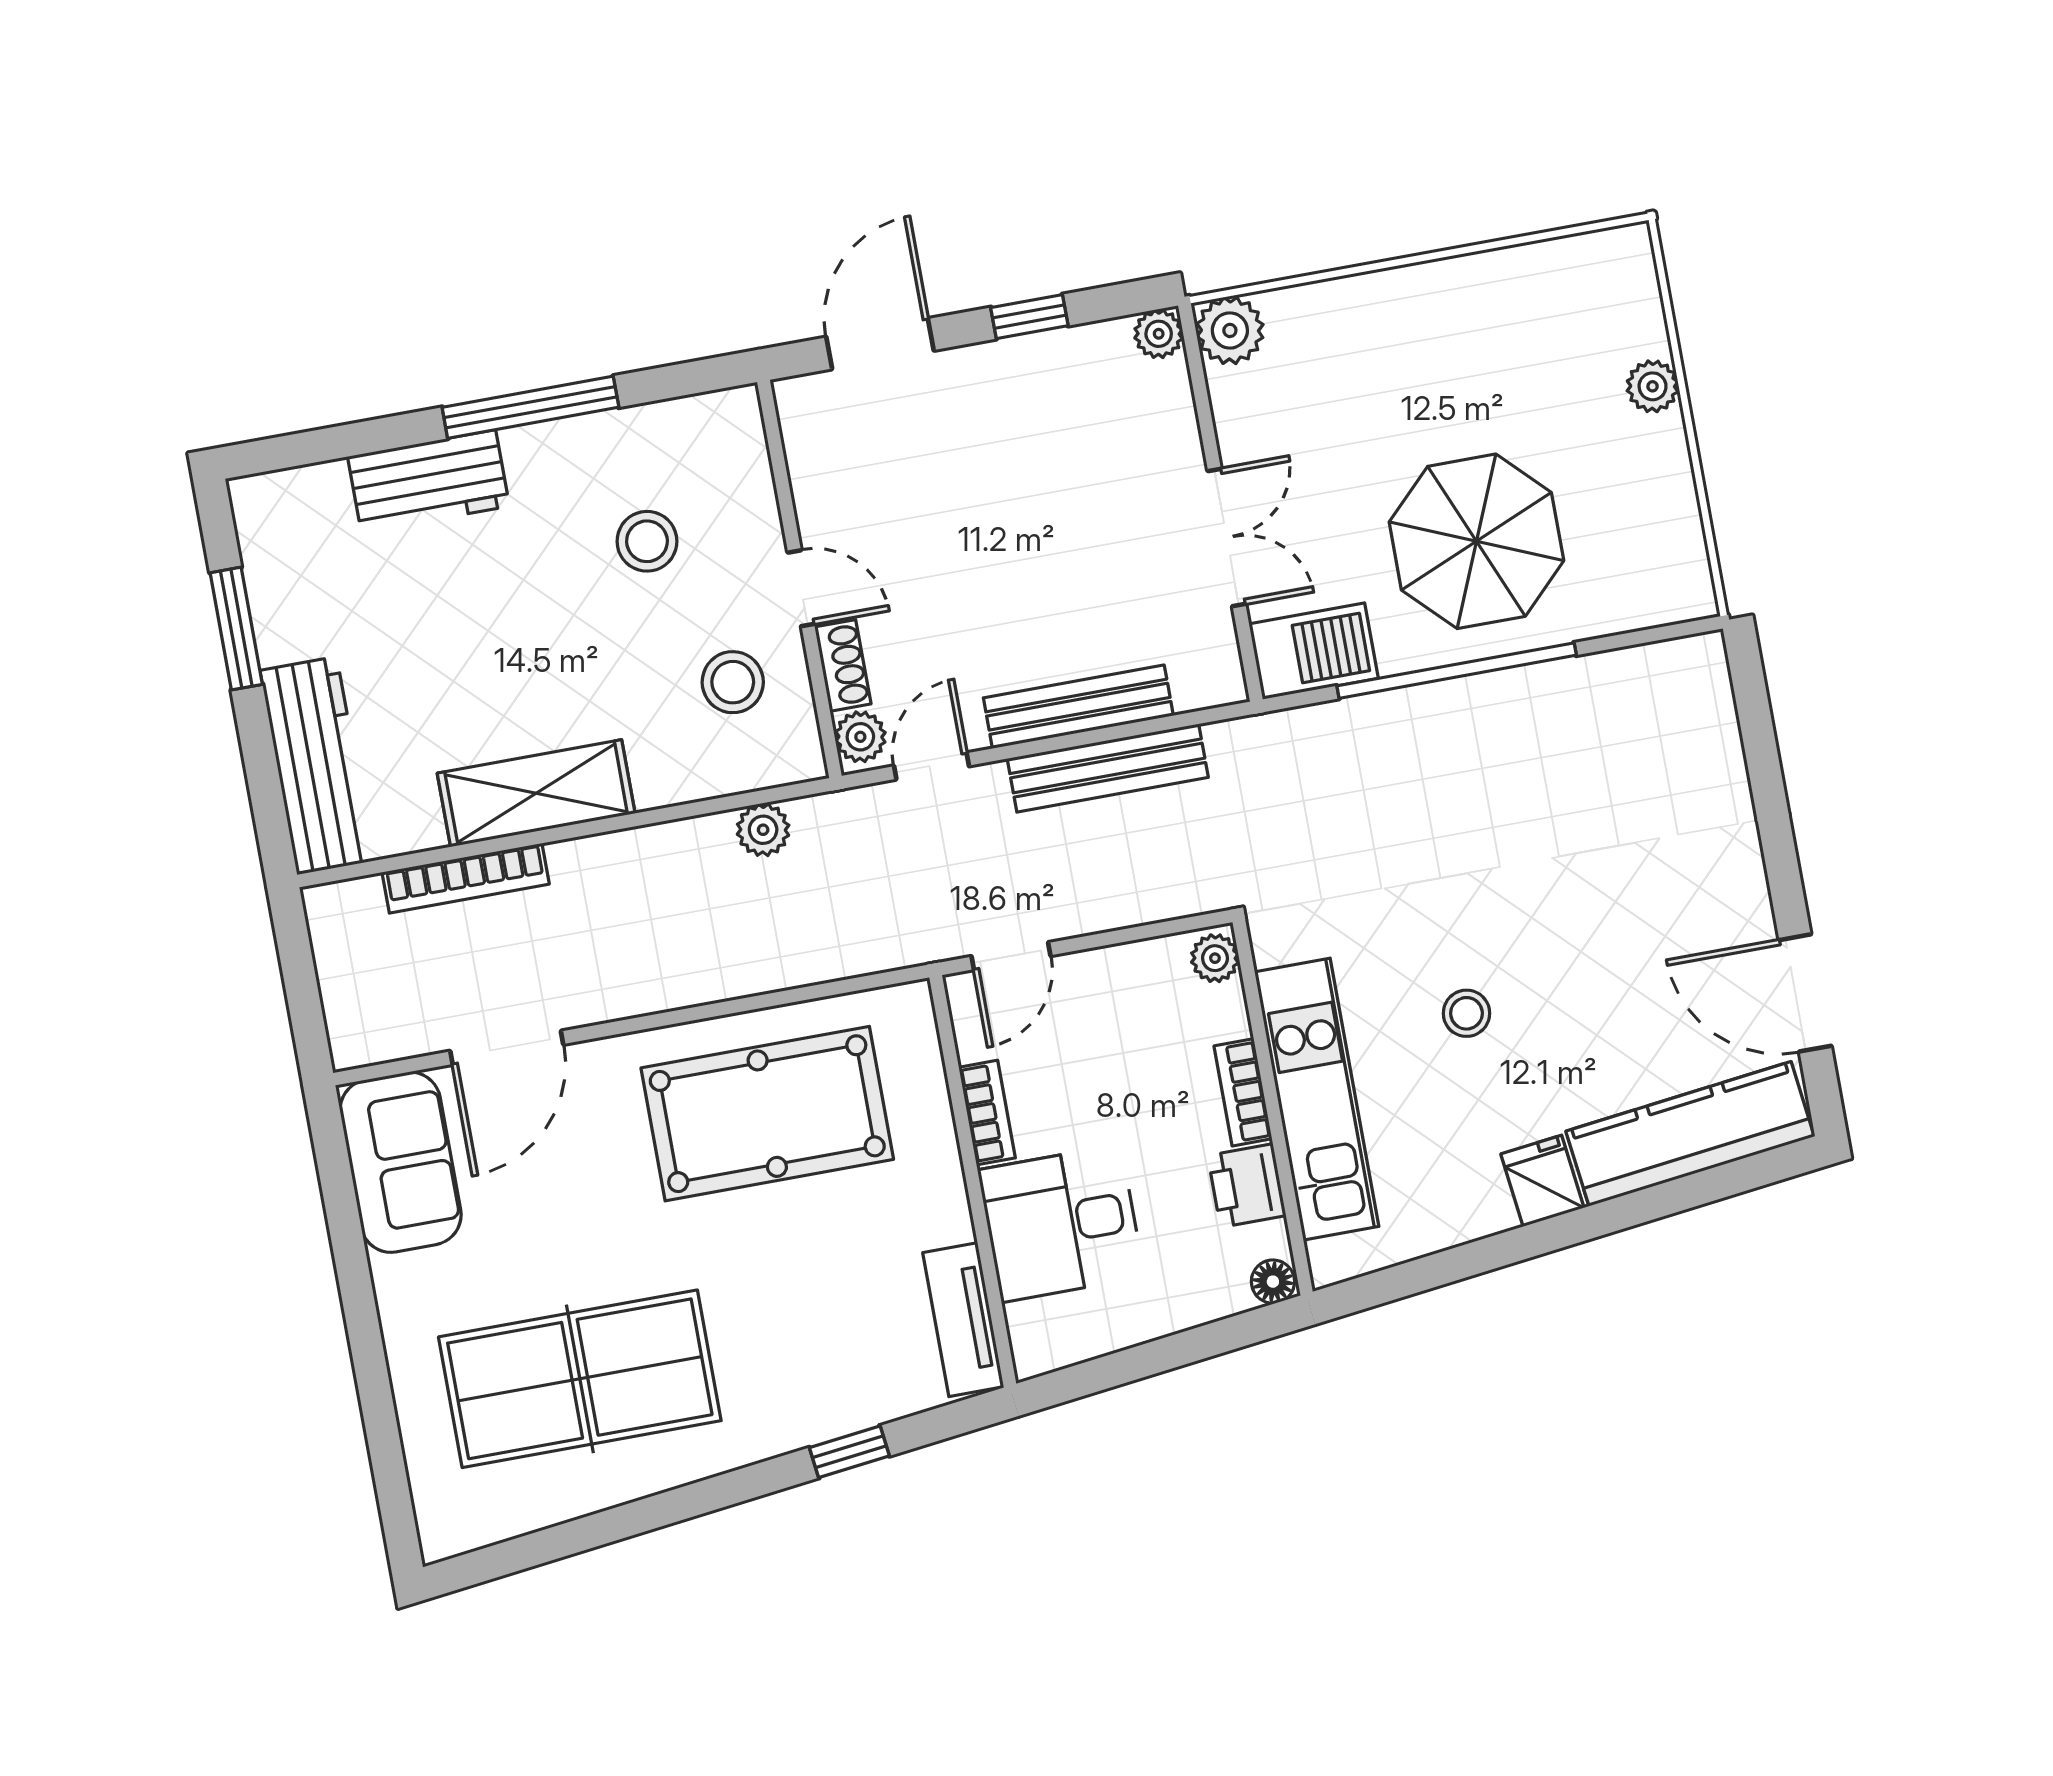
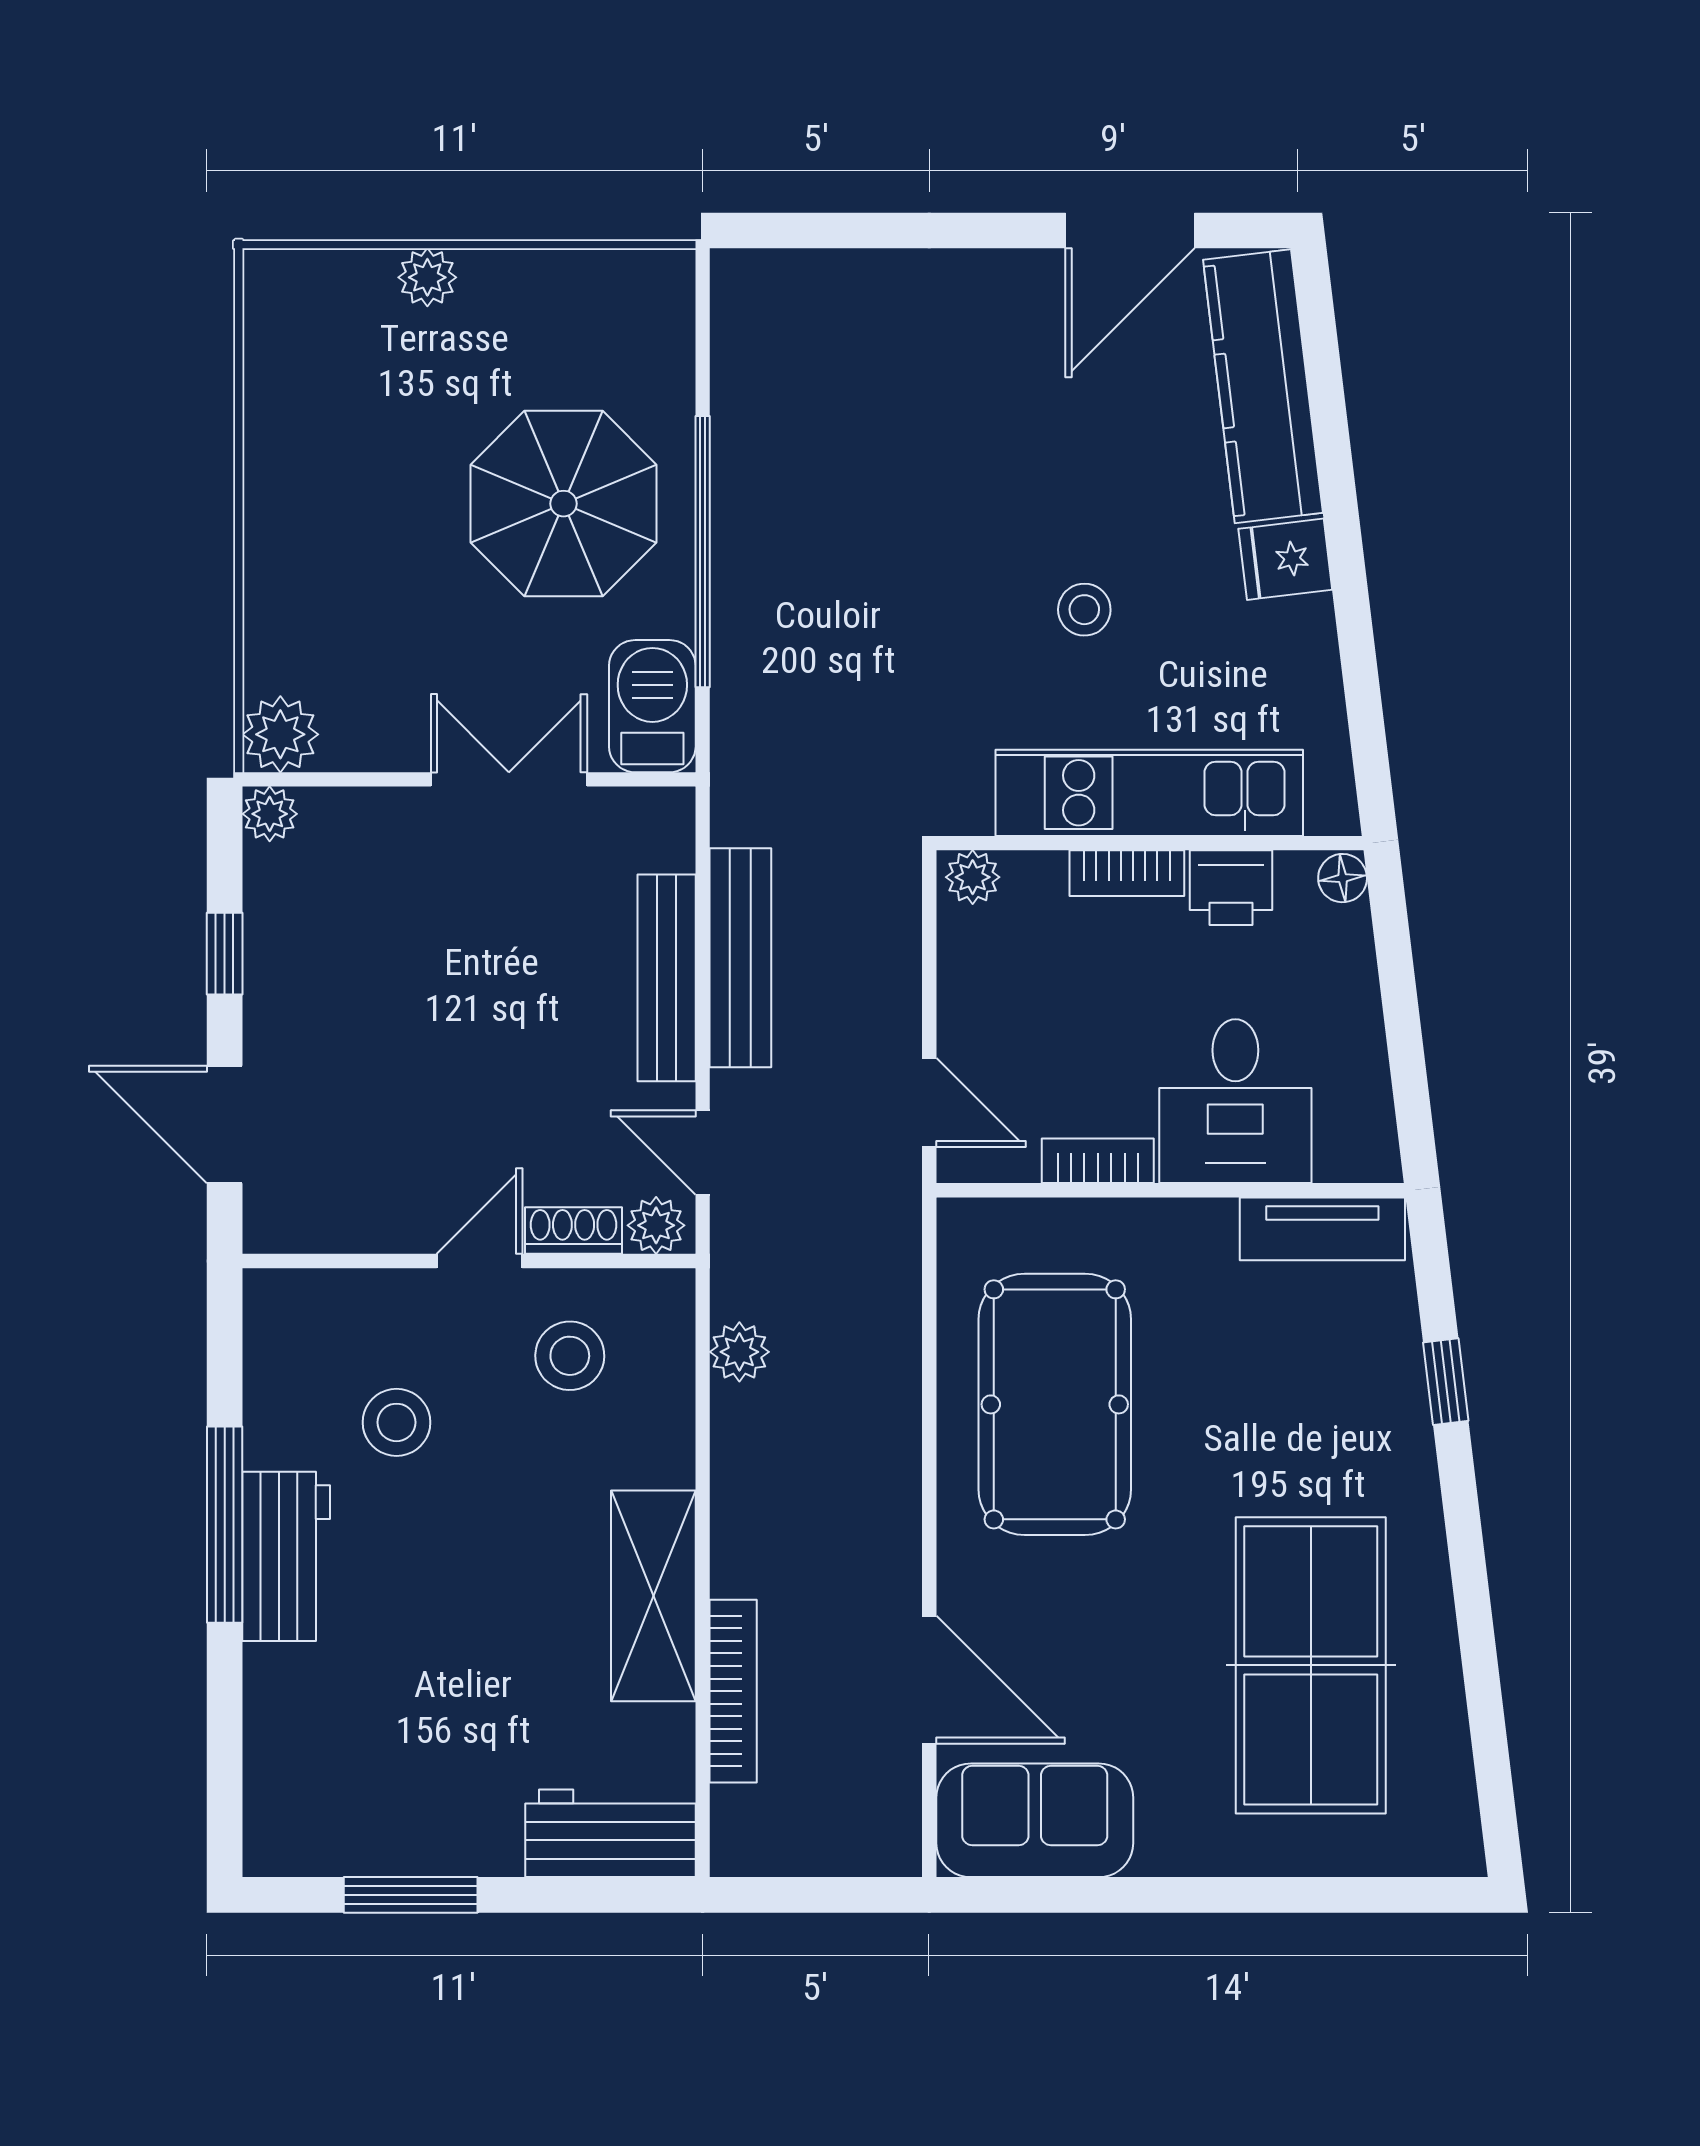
workbench: (428, 481) -> (286, 1556), moved
workbench: (317, 766) -> (611, 1833), width x0.73

